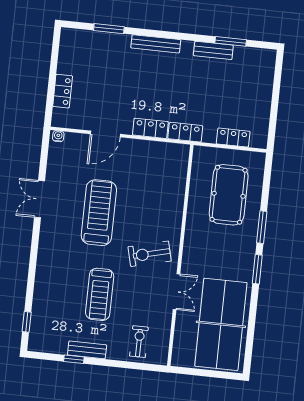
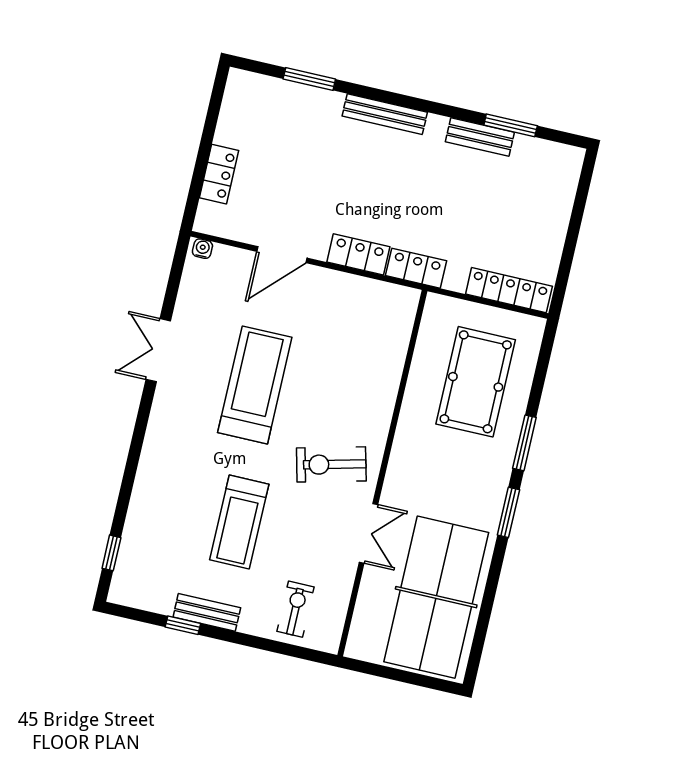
locker: (233, 138) -> (509, 290), width x1.53

